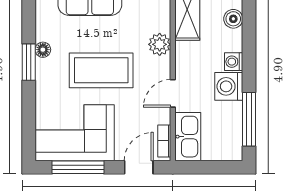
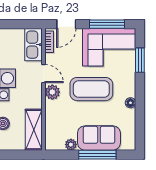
plant: (160, 44) -> (52, 92), moved
window: (29, 62) -> (140, 60), moved
door: (173, 93) -> (43, 74), hinge flipped

